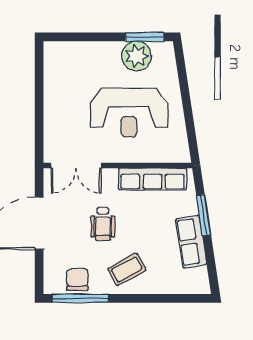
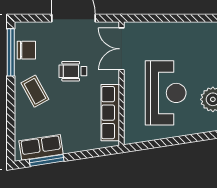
reception desk: (129, 113) -> (166, 93), turned 180
window: (204, 215) -> (47, 160), moved
row of seats: (191, 242) -> (41, 147), moved

